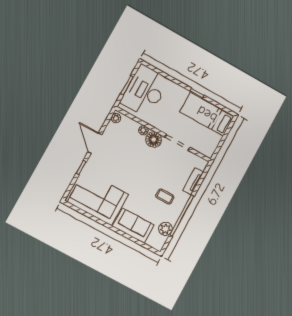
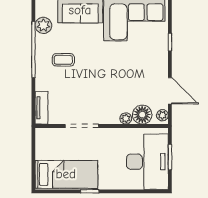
floor lamp: (154, 140) -> (142, 115), moved
door: (95, 143) -> (170, 91), moved
tv unit: (193, 181) -> (41, 108), moved

